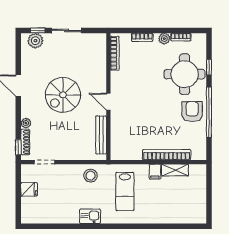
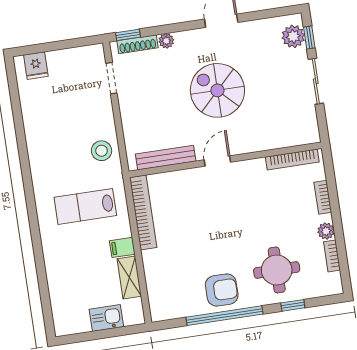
round table: (185, 74) -> (277, 270), width x0.73, depth x0.73
bookcase: (167, 155) -> (143, 212), moved
fridge: (29, 189) -> (36, 66), moved
kitchen sink: (90, 216) -> (106, 318), moved, turned -90

